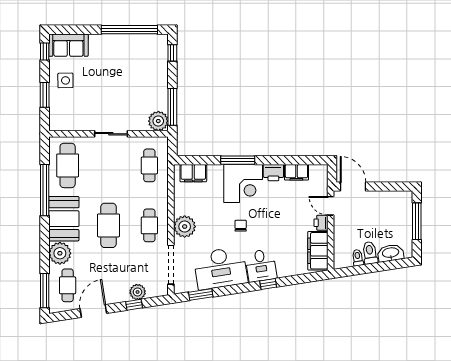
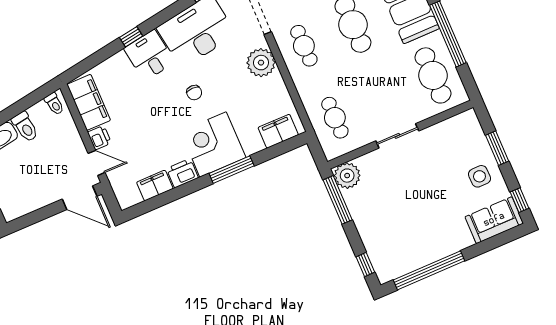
toilet: (358, 258) -> (54, 104), moved

